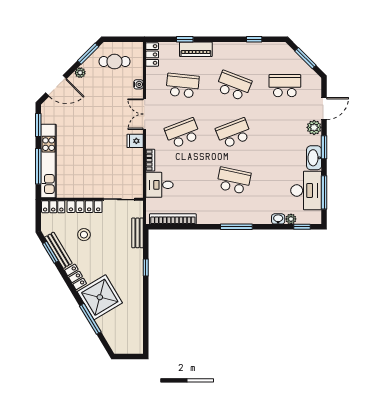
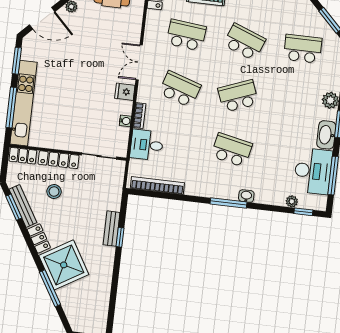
water cooler: (138, 84) -> (125, 121), moved
school desk: (182, 133) -> (180, 89), turned 39
washbasin: (278, 219) -> (246, 196), moved
bench: (138, 233) -> (112, 229), moved

